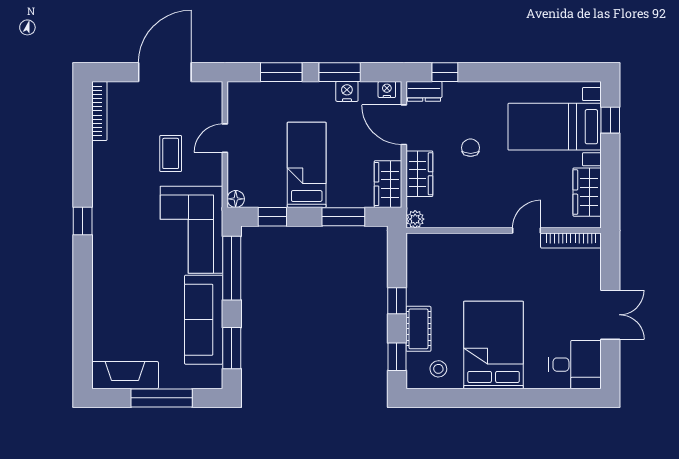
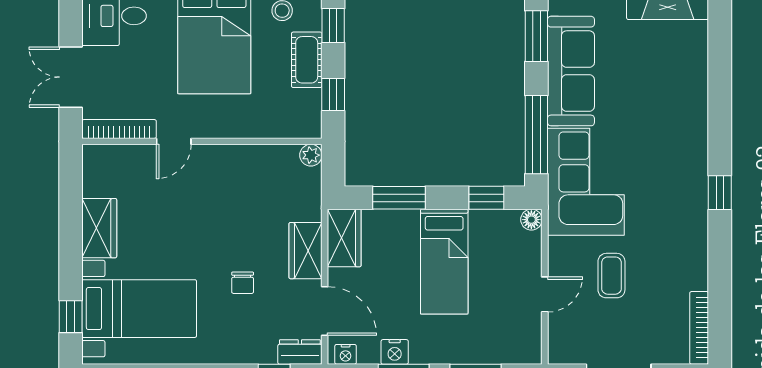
plant: (415, 219) -> (311, 155), moved
wall: (504, 230) -> (202, 141), moved
door: (527, 230) -> (174, 141), moved
bookcase: (571, 241) -> (119, 129), moved

